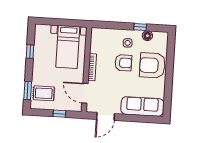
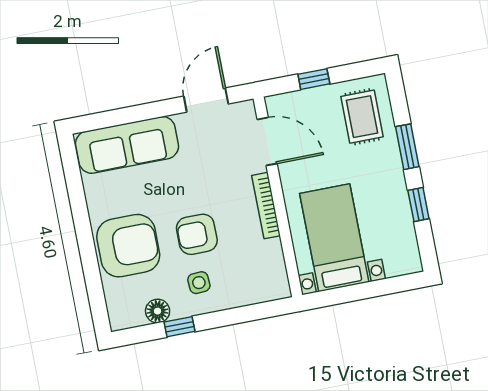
window: (28, 90) -> (407, 147), moved
rug: (44, 93) -> (362, 117), turned 90

